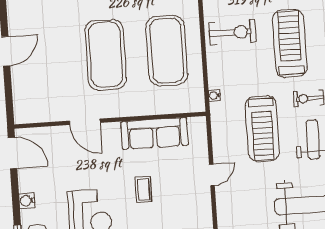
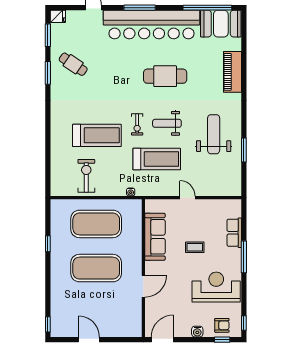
treadmill: (290, 43) -> (97, 135), turned 180

